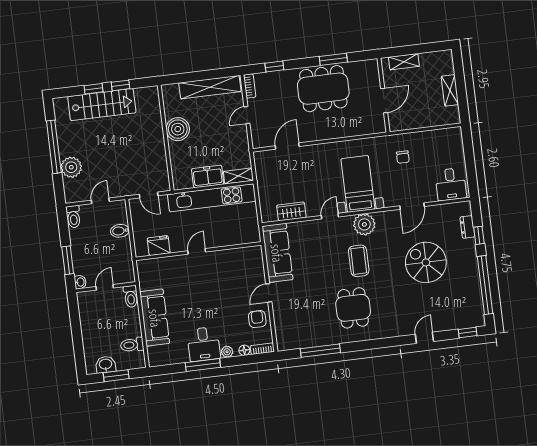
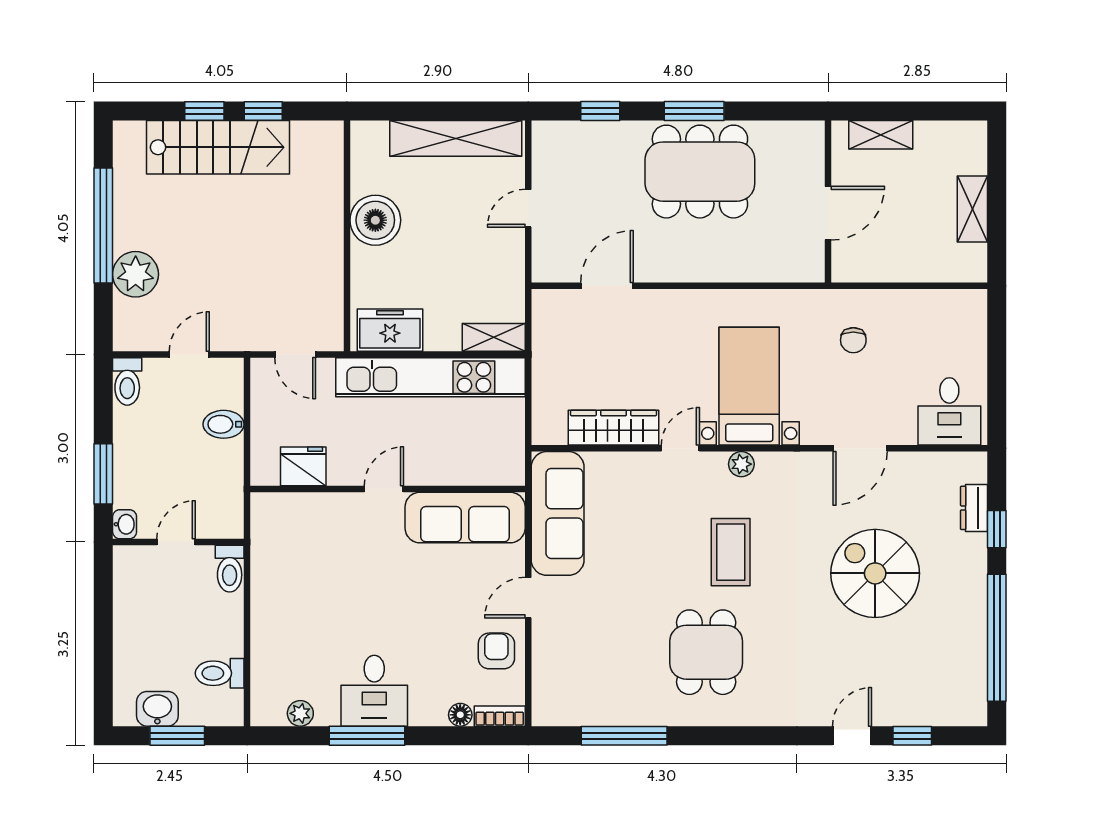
window: (333, 59) -> (694, 111), moved
bookcase: (250, 86) -> (542, 146), removed
freezer: (208, 176) -> (390, 330), moved
wardrobe: (291, 211) -> (613, 428), width x1.50
plant: (364, 224) -> (741, 464), width x0.53, depth x0.53
sofa: (155, 318) -> (465, 518), moved, turned 90
window: (468, 333) -> (912, 736), moved
plant: (227, 352) -> (300, 713), moved

